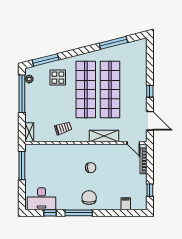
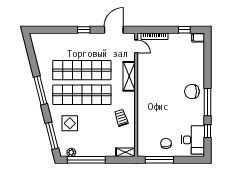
window: (113, 43) -> (40, 90), moved
door: (133, 143) -> (136, 46), hinge flipped
chair: (91, 168) -> (166, 143), moved
filing cabinet: (126, 204) -> (198, 37), moved

